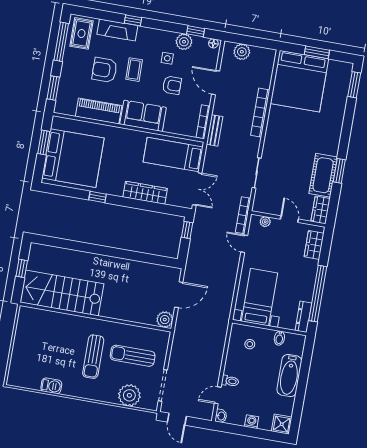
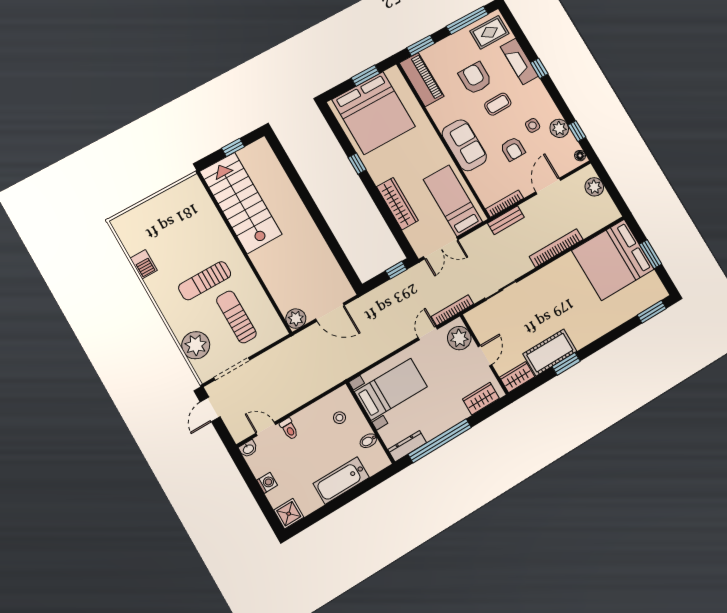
piano: (99, 111) -> (422, 80), moved
plant: (265, 222) -> (459, 338), width x1.87, depth x1.87

